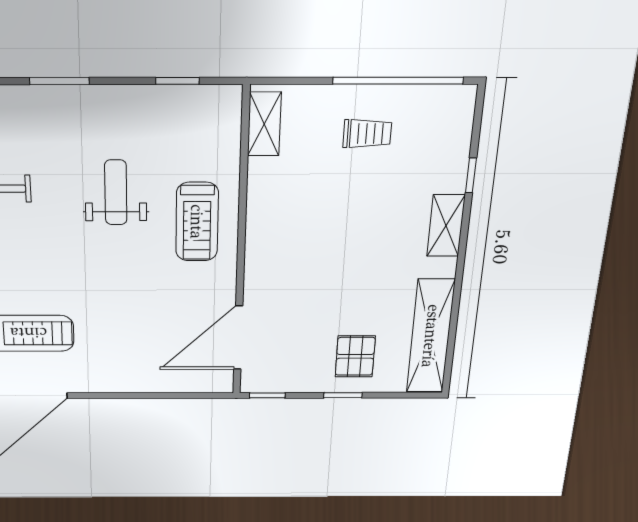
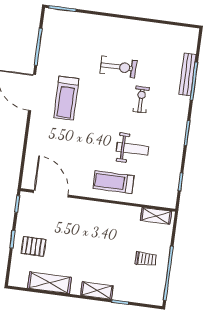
trolley: (367, 134) -> (146, 259), turned -90
shelving: (431, 336) -> (50, 283), width x0.68

